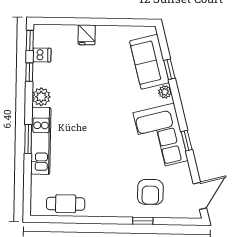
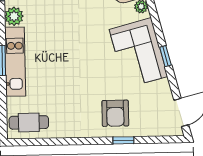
armchair: (150, 192) -> (115, 113), moved
cafe table: (66, 204) -> (29, 122), moved

